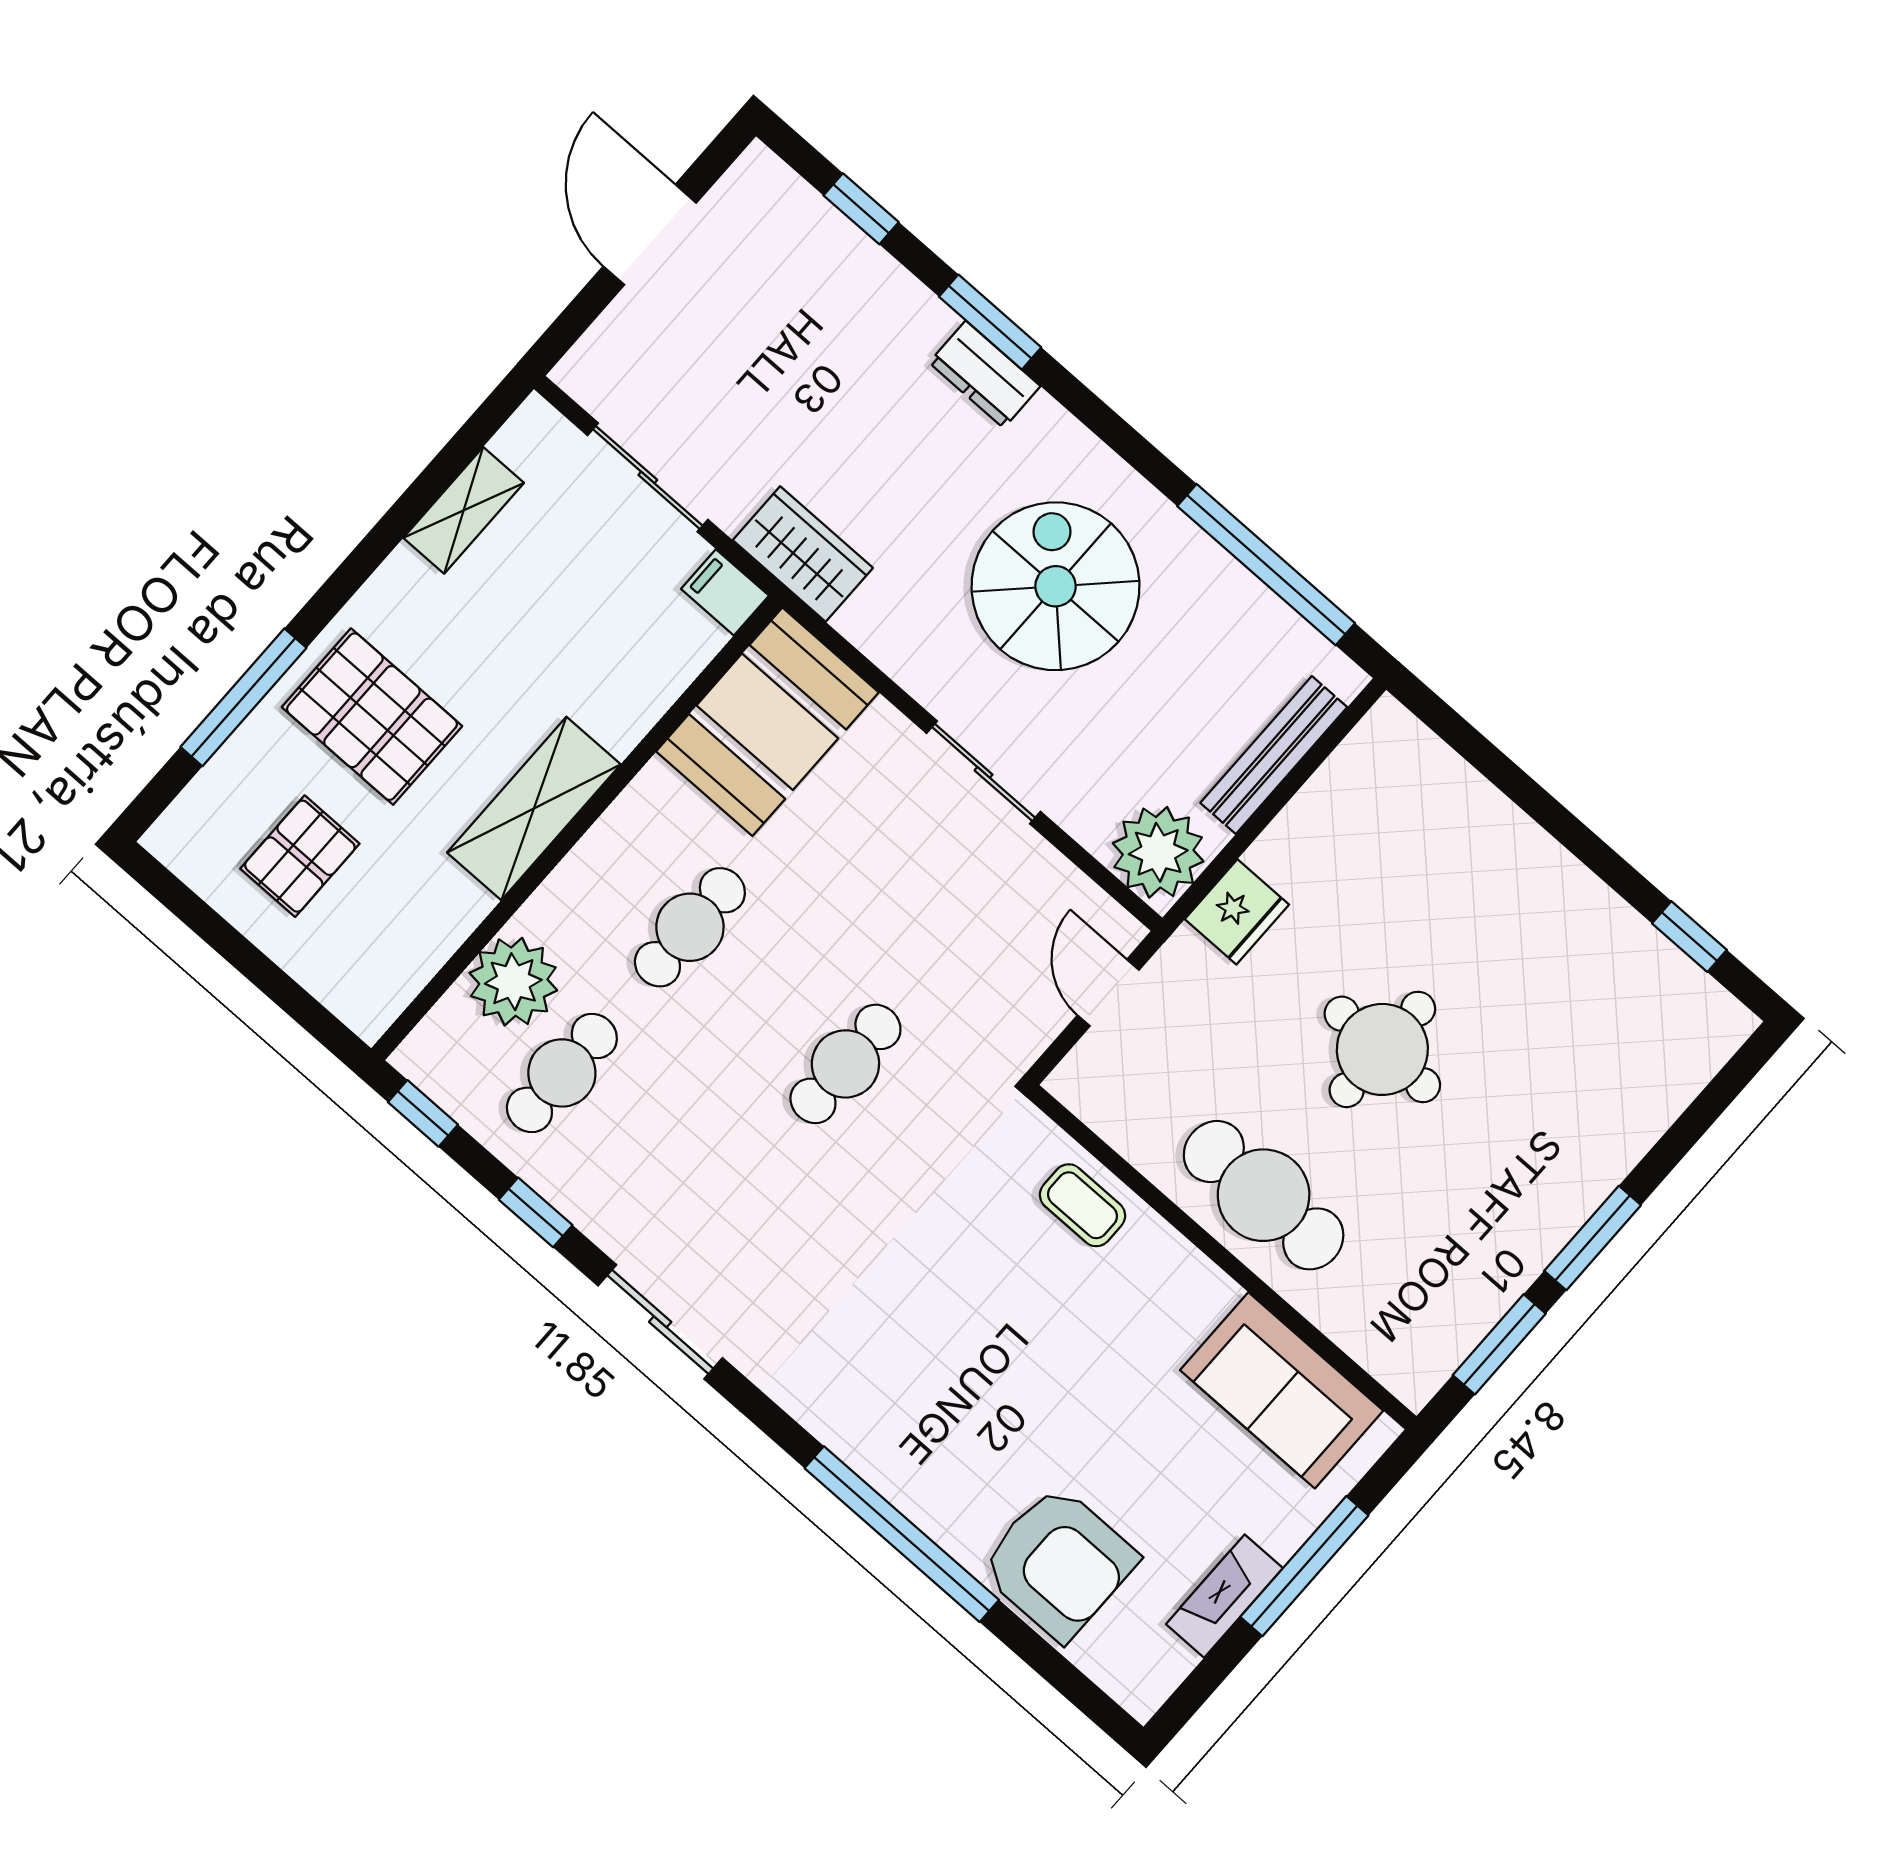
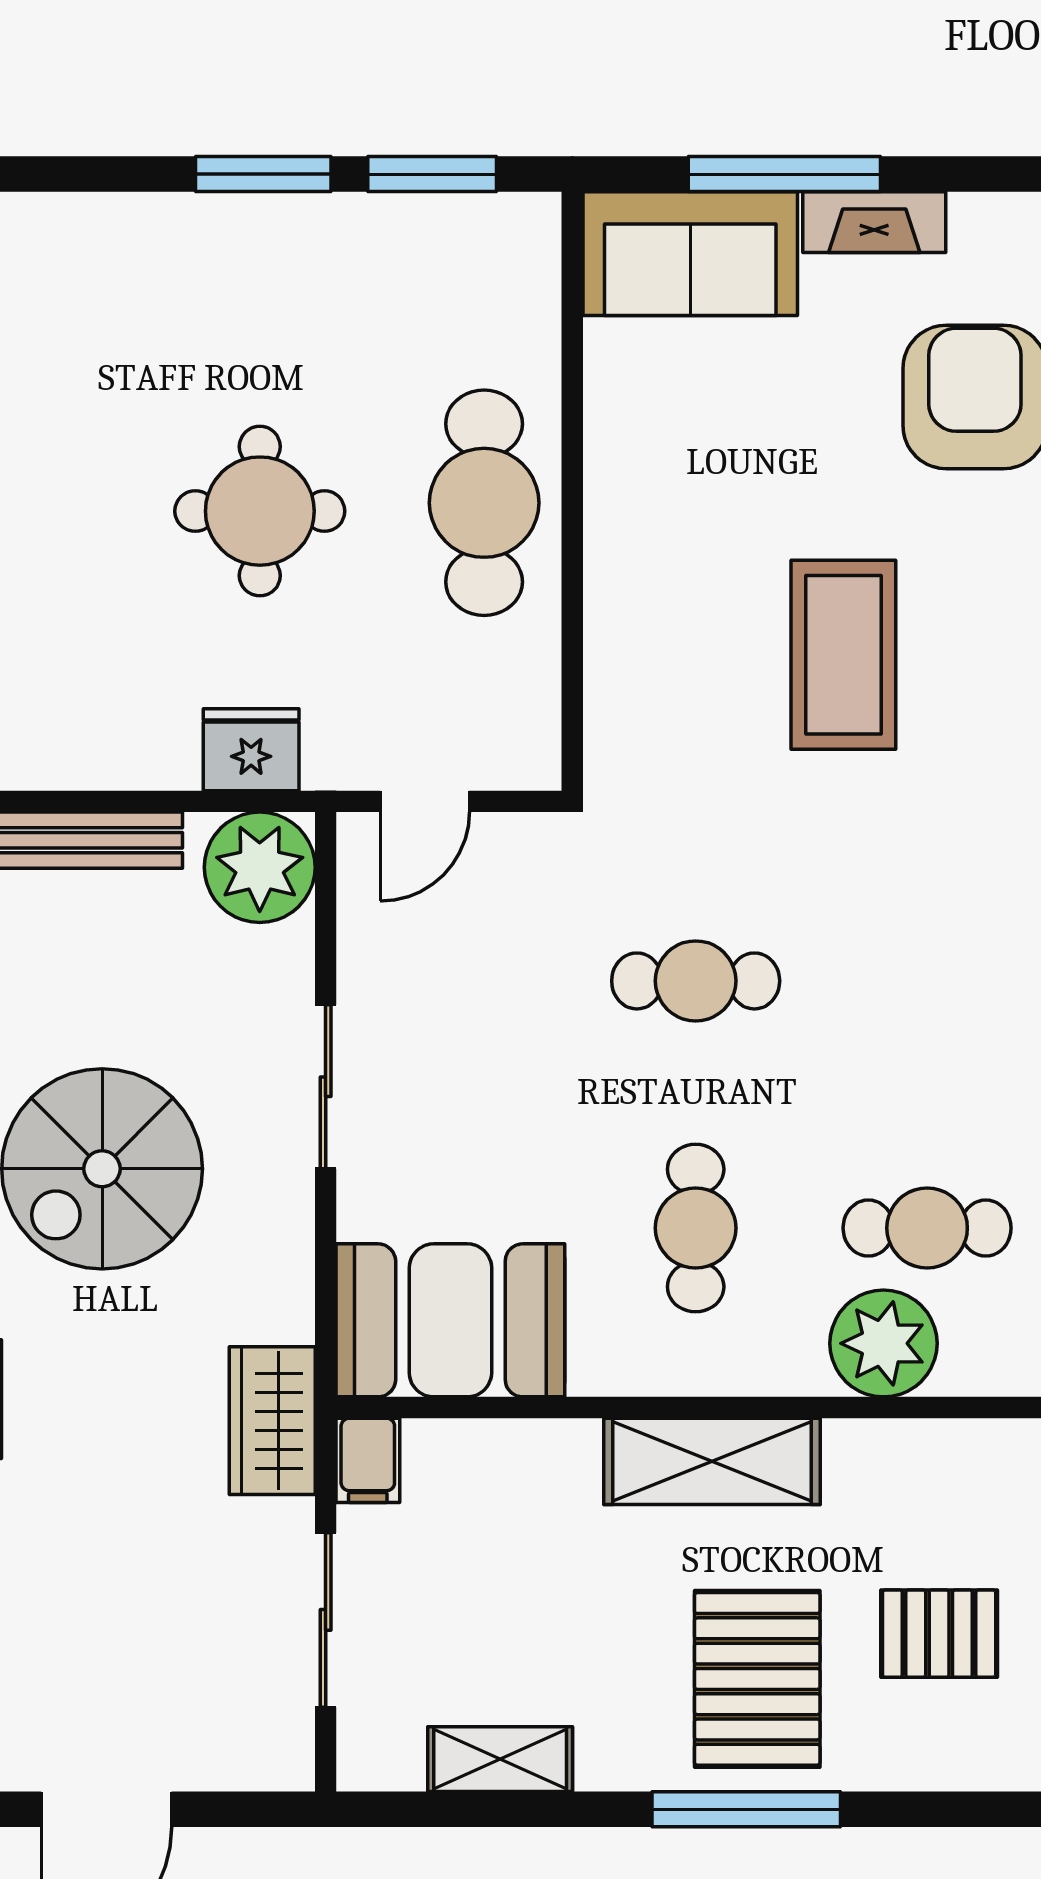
window: (243, 697) -> (746, 1809), moved
cafe table: (690, 927) -> (696, 1228), turned 90
coffee table: (1083, 1205) -> (843, 655), moved, width x1.86, depth x1.72
sofa: (1282, 1390) -> (690, 254), moved, turned 90

